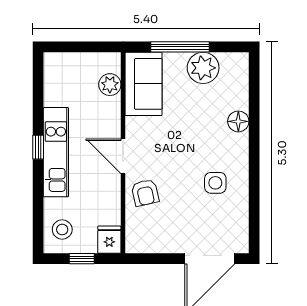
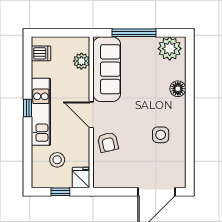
plant: (203, 68) -> (170, 49), moved
dishwasher: (56, 74) -> (41, 53), added
sofa: (143, 84) -> (107, 69), width x1.36
stool: (62, 230) -> (57, 160), moved

